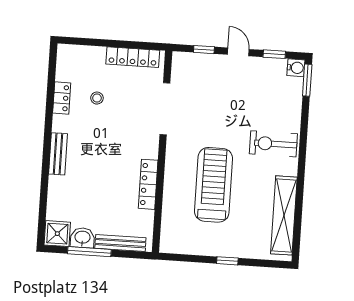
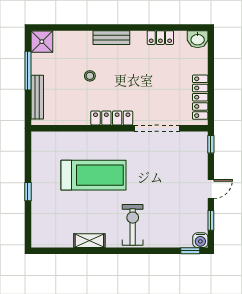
window: (204, 50) -> (211, 144), moved
window: (307, 80) -> (190, 251), width x0.67
stool: (97, 98) -> (90, 76), moved
locker: (148, 184) -> (112, 118), moved
shelving: (284, 215) -> (89, 241), width x0.45, depth x0.75
washbasin: (82, 238) -> (198, 39), moved, turned 90

